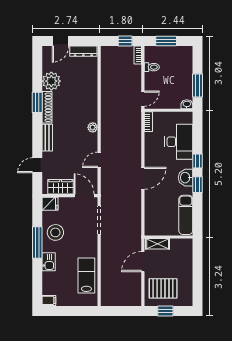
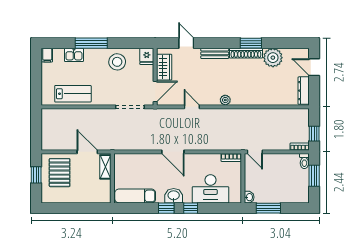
toilet: (152, 67) -> (304, 161), moved
window: (37, 242) -> (91, 43), moved
kitchen sink: (49, 262) -> (74, 55), moved

